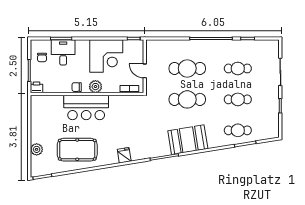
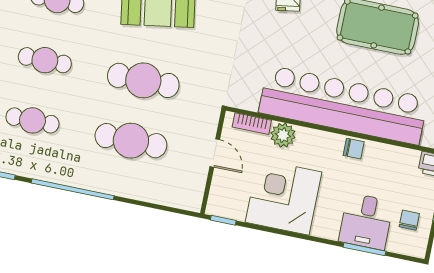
plant: (95, 87) -> (283, 135), moved
bar counter: (86, 107) -> (343, 105), width x1.86

